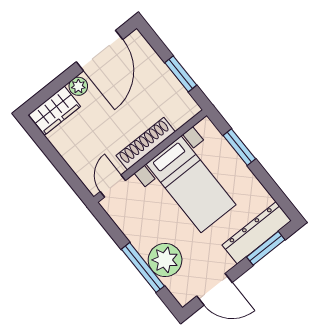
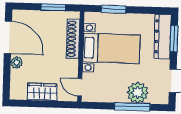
wardrobe: (54, 111) -> (42, 92), moved, turned -90
shoe rack: (146, 144) -> (73, 39), moved

